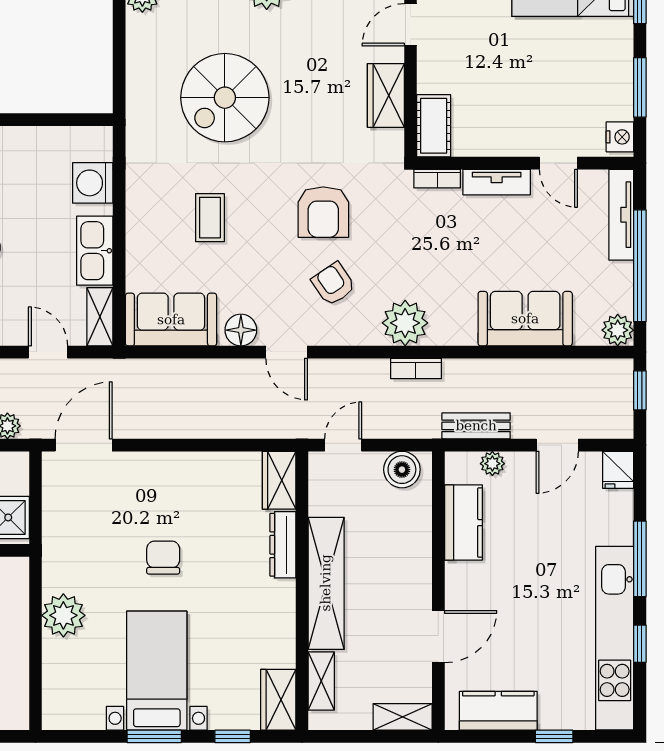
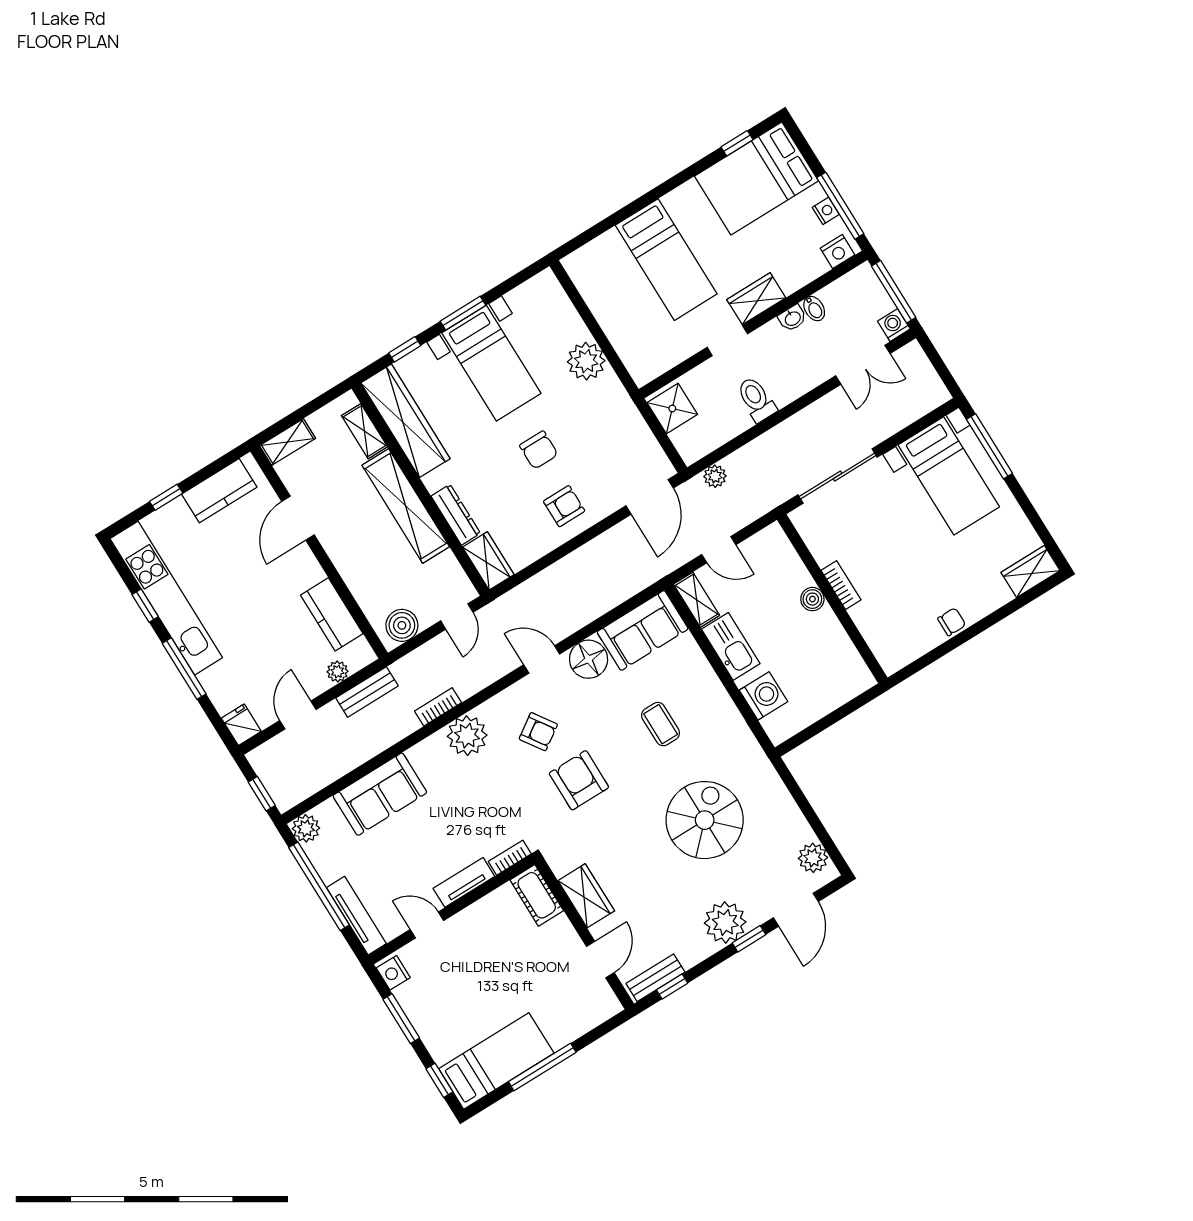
floor lamp: (241, 330) -> (589, 659), width x1.38, depth x1.38
armchair: (172, 488) -> (564, 506), added
wardrobe: (278, 700) -> (405, 421), width x2.10, depth x1.17

